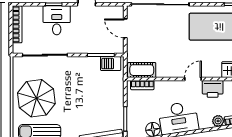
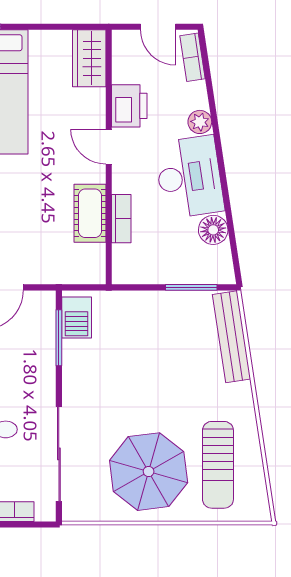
cot: (142, 70) -> (90, 213), moved
bookcase: (142, 85) -> (121, 219), moved
plant: (218, 121) -> (200, 122), moved

